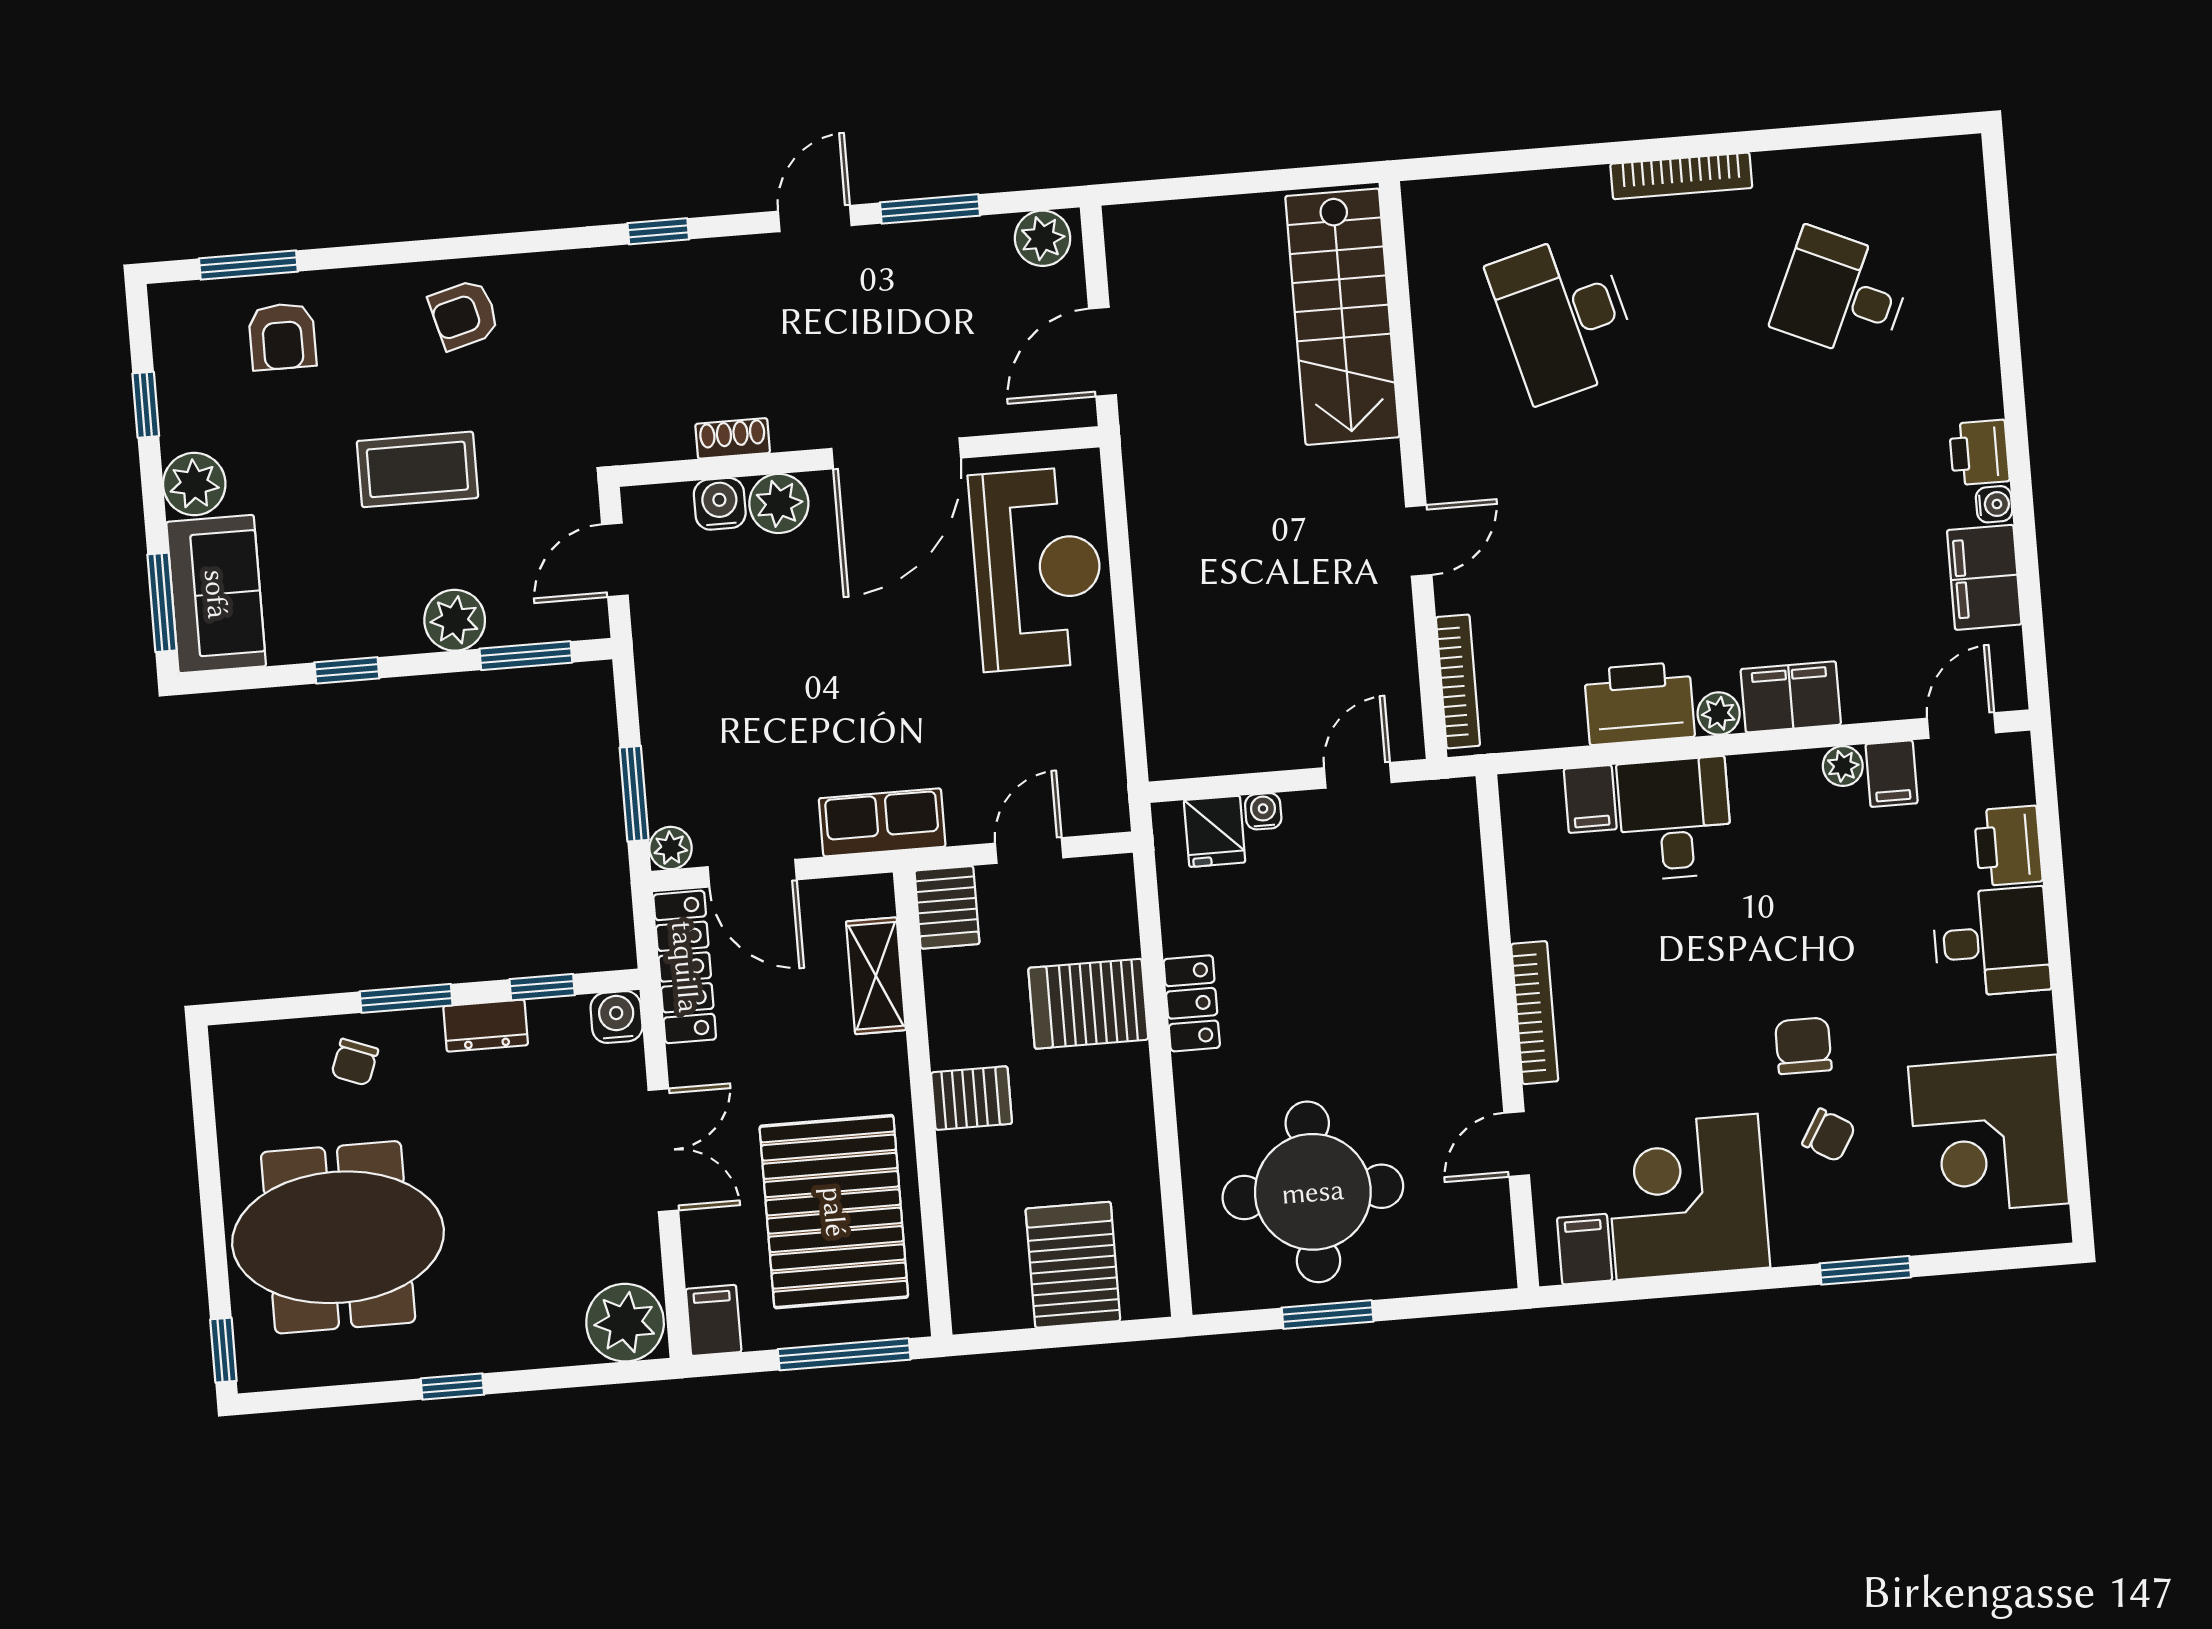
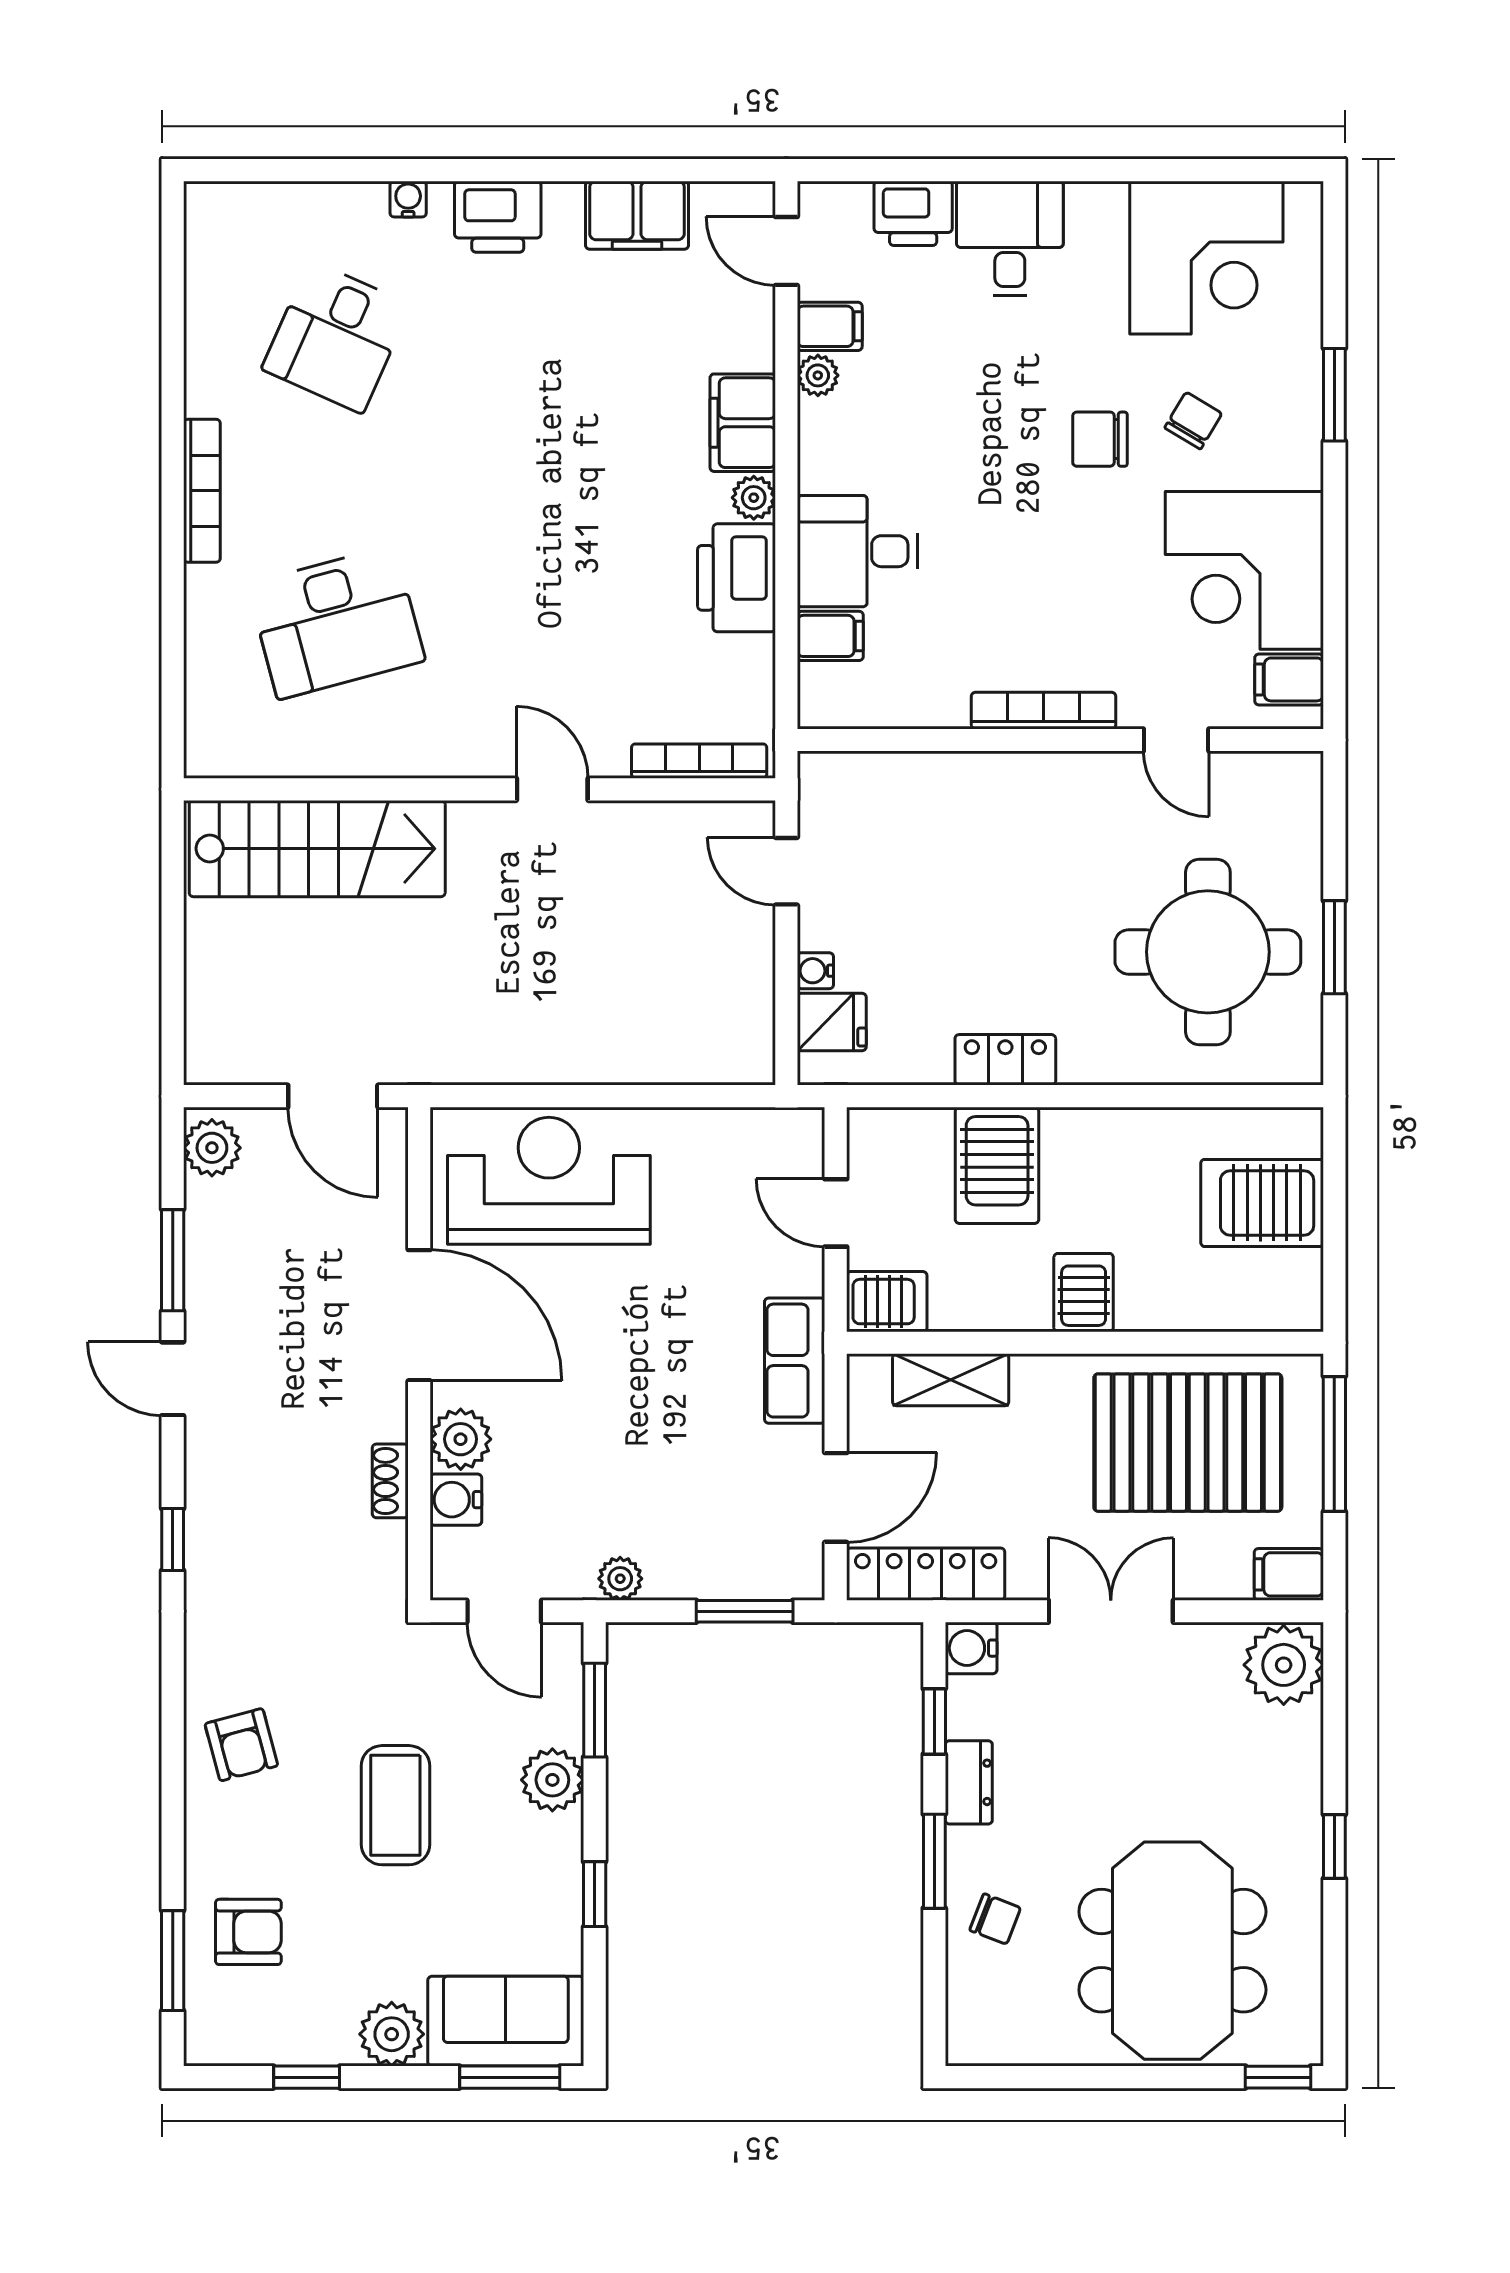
printer: (1979, 453) -> (498, 217), width x1.36, depth x1.24
water cooler: (1994, 504) -> (408, 199), moved
plant: (671, 848) -> (620, 1579), moved

